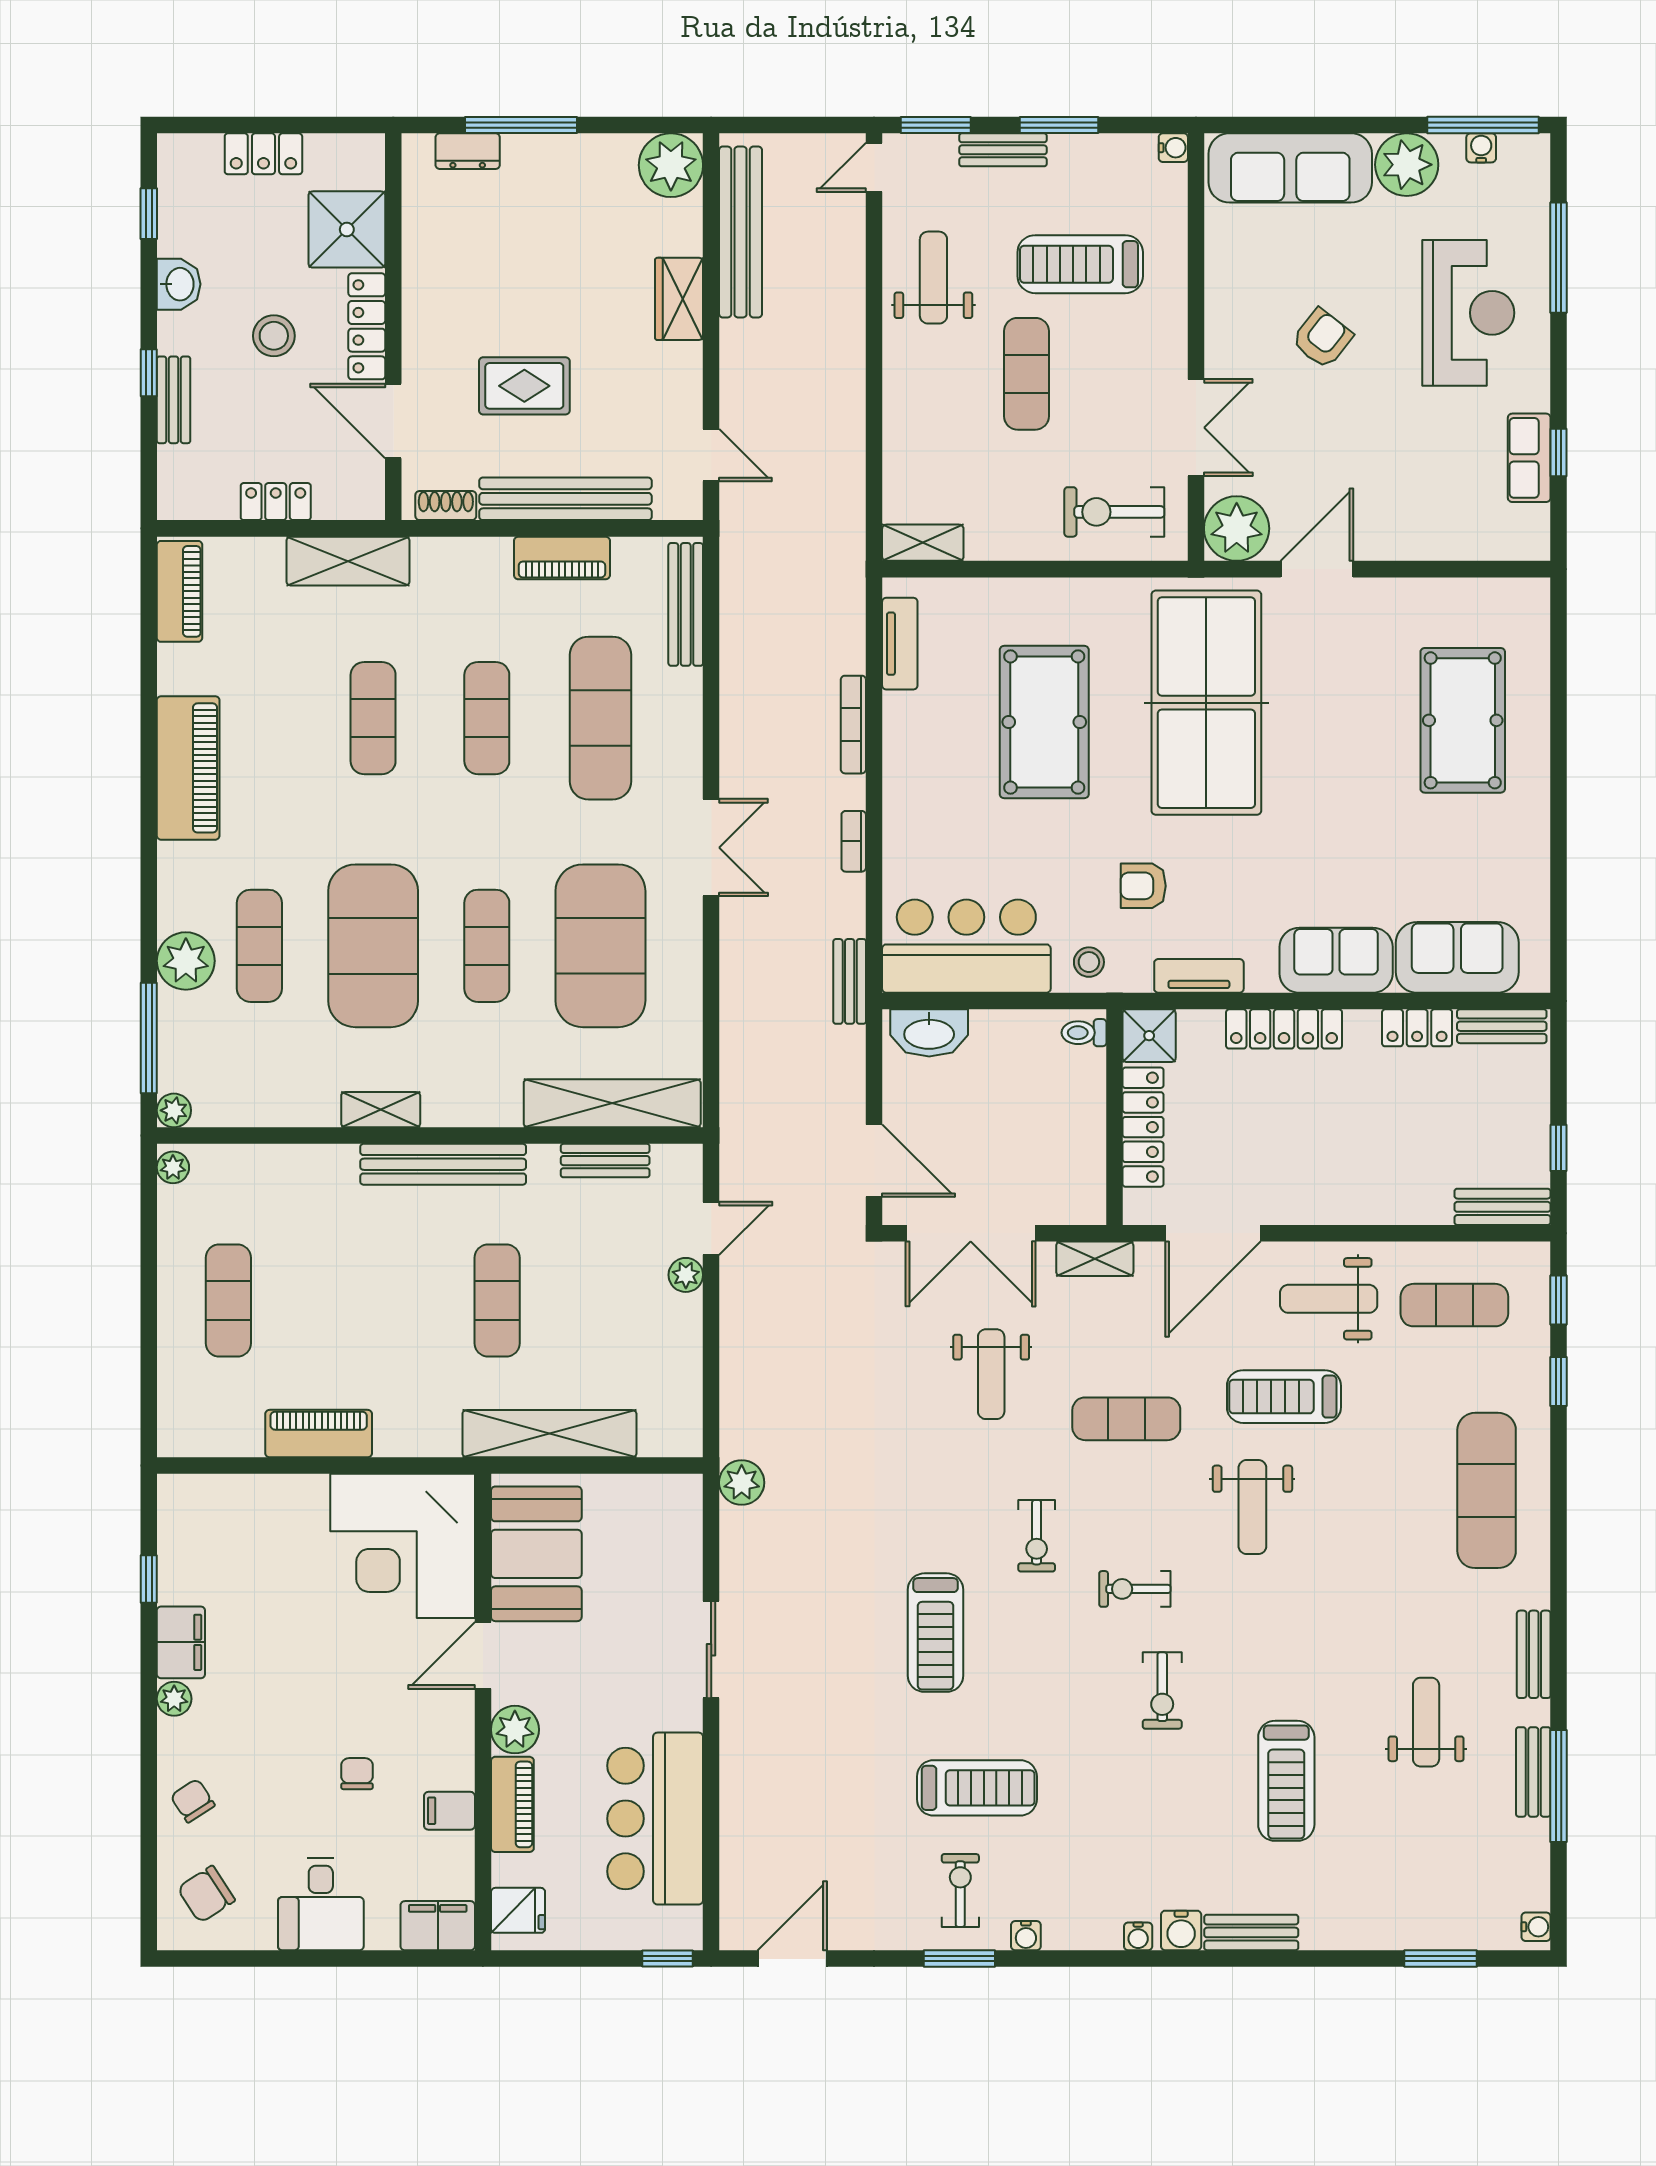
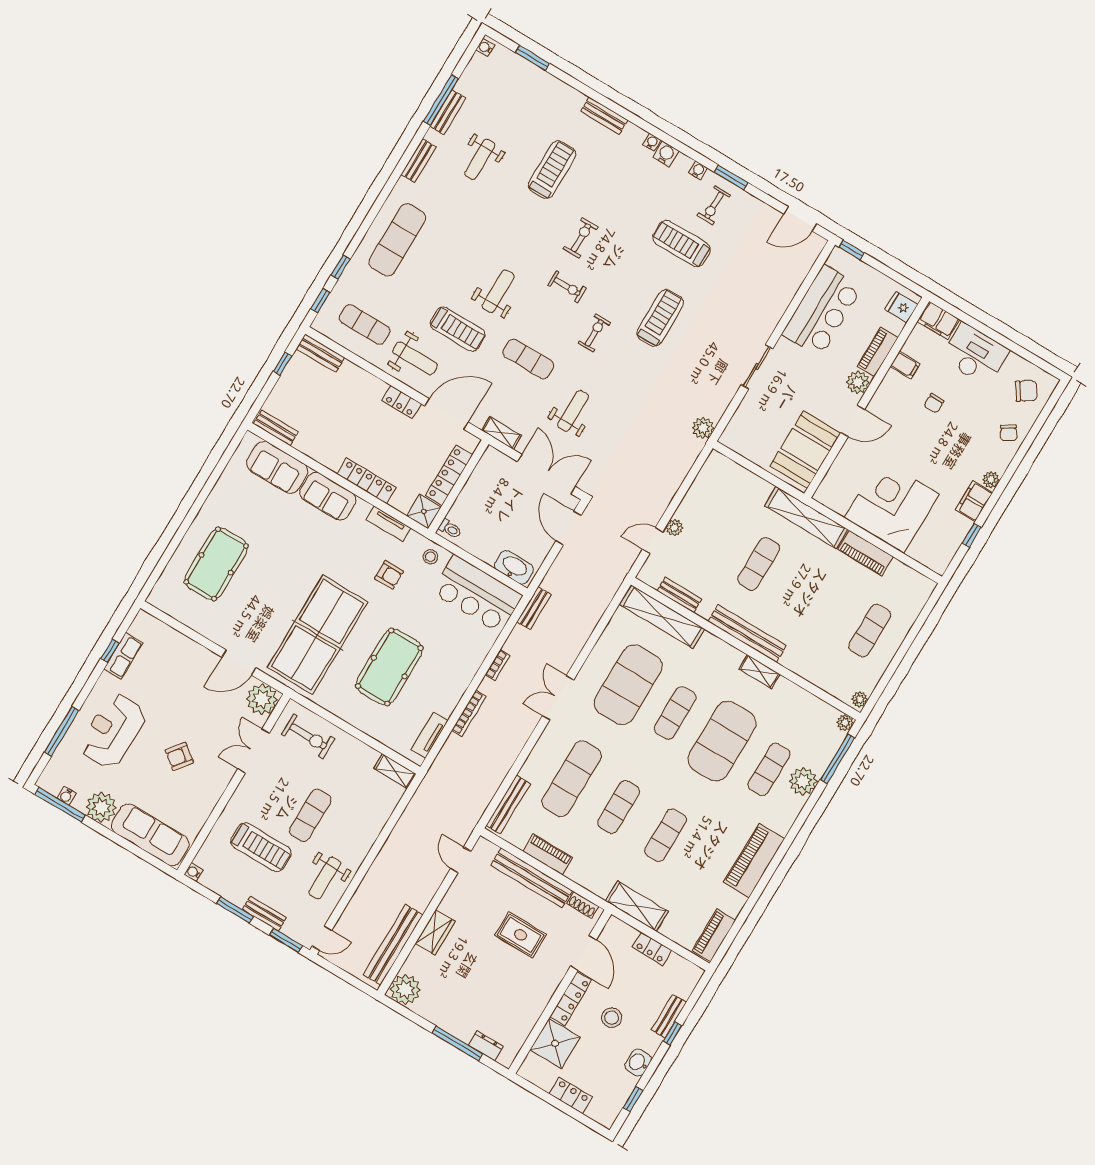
locker: (1417, 1028) -> (401, 402), moved, turned 180
shelving: (549, 1434) -> (806, 518), moved
corner desk: (403, 1546) -> (892, 506), moved, turned -90
desk: (321, 1904) -> (975, 354), width x1.37
water cooler: (1181, 1930) -> (666, 154), moved

